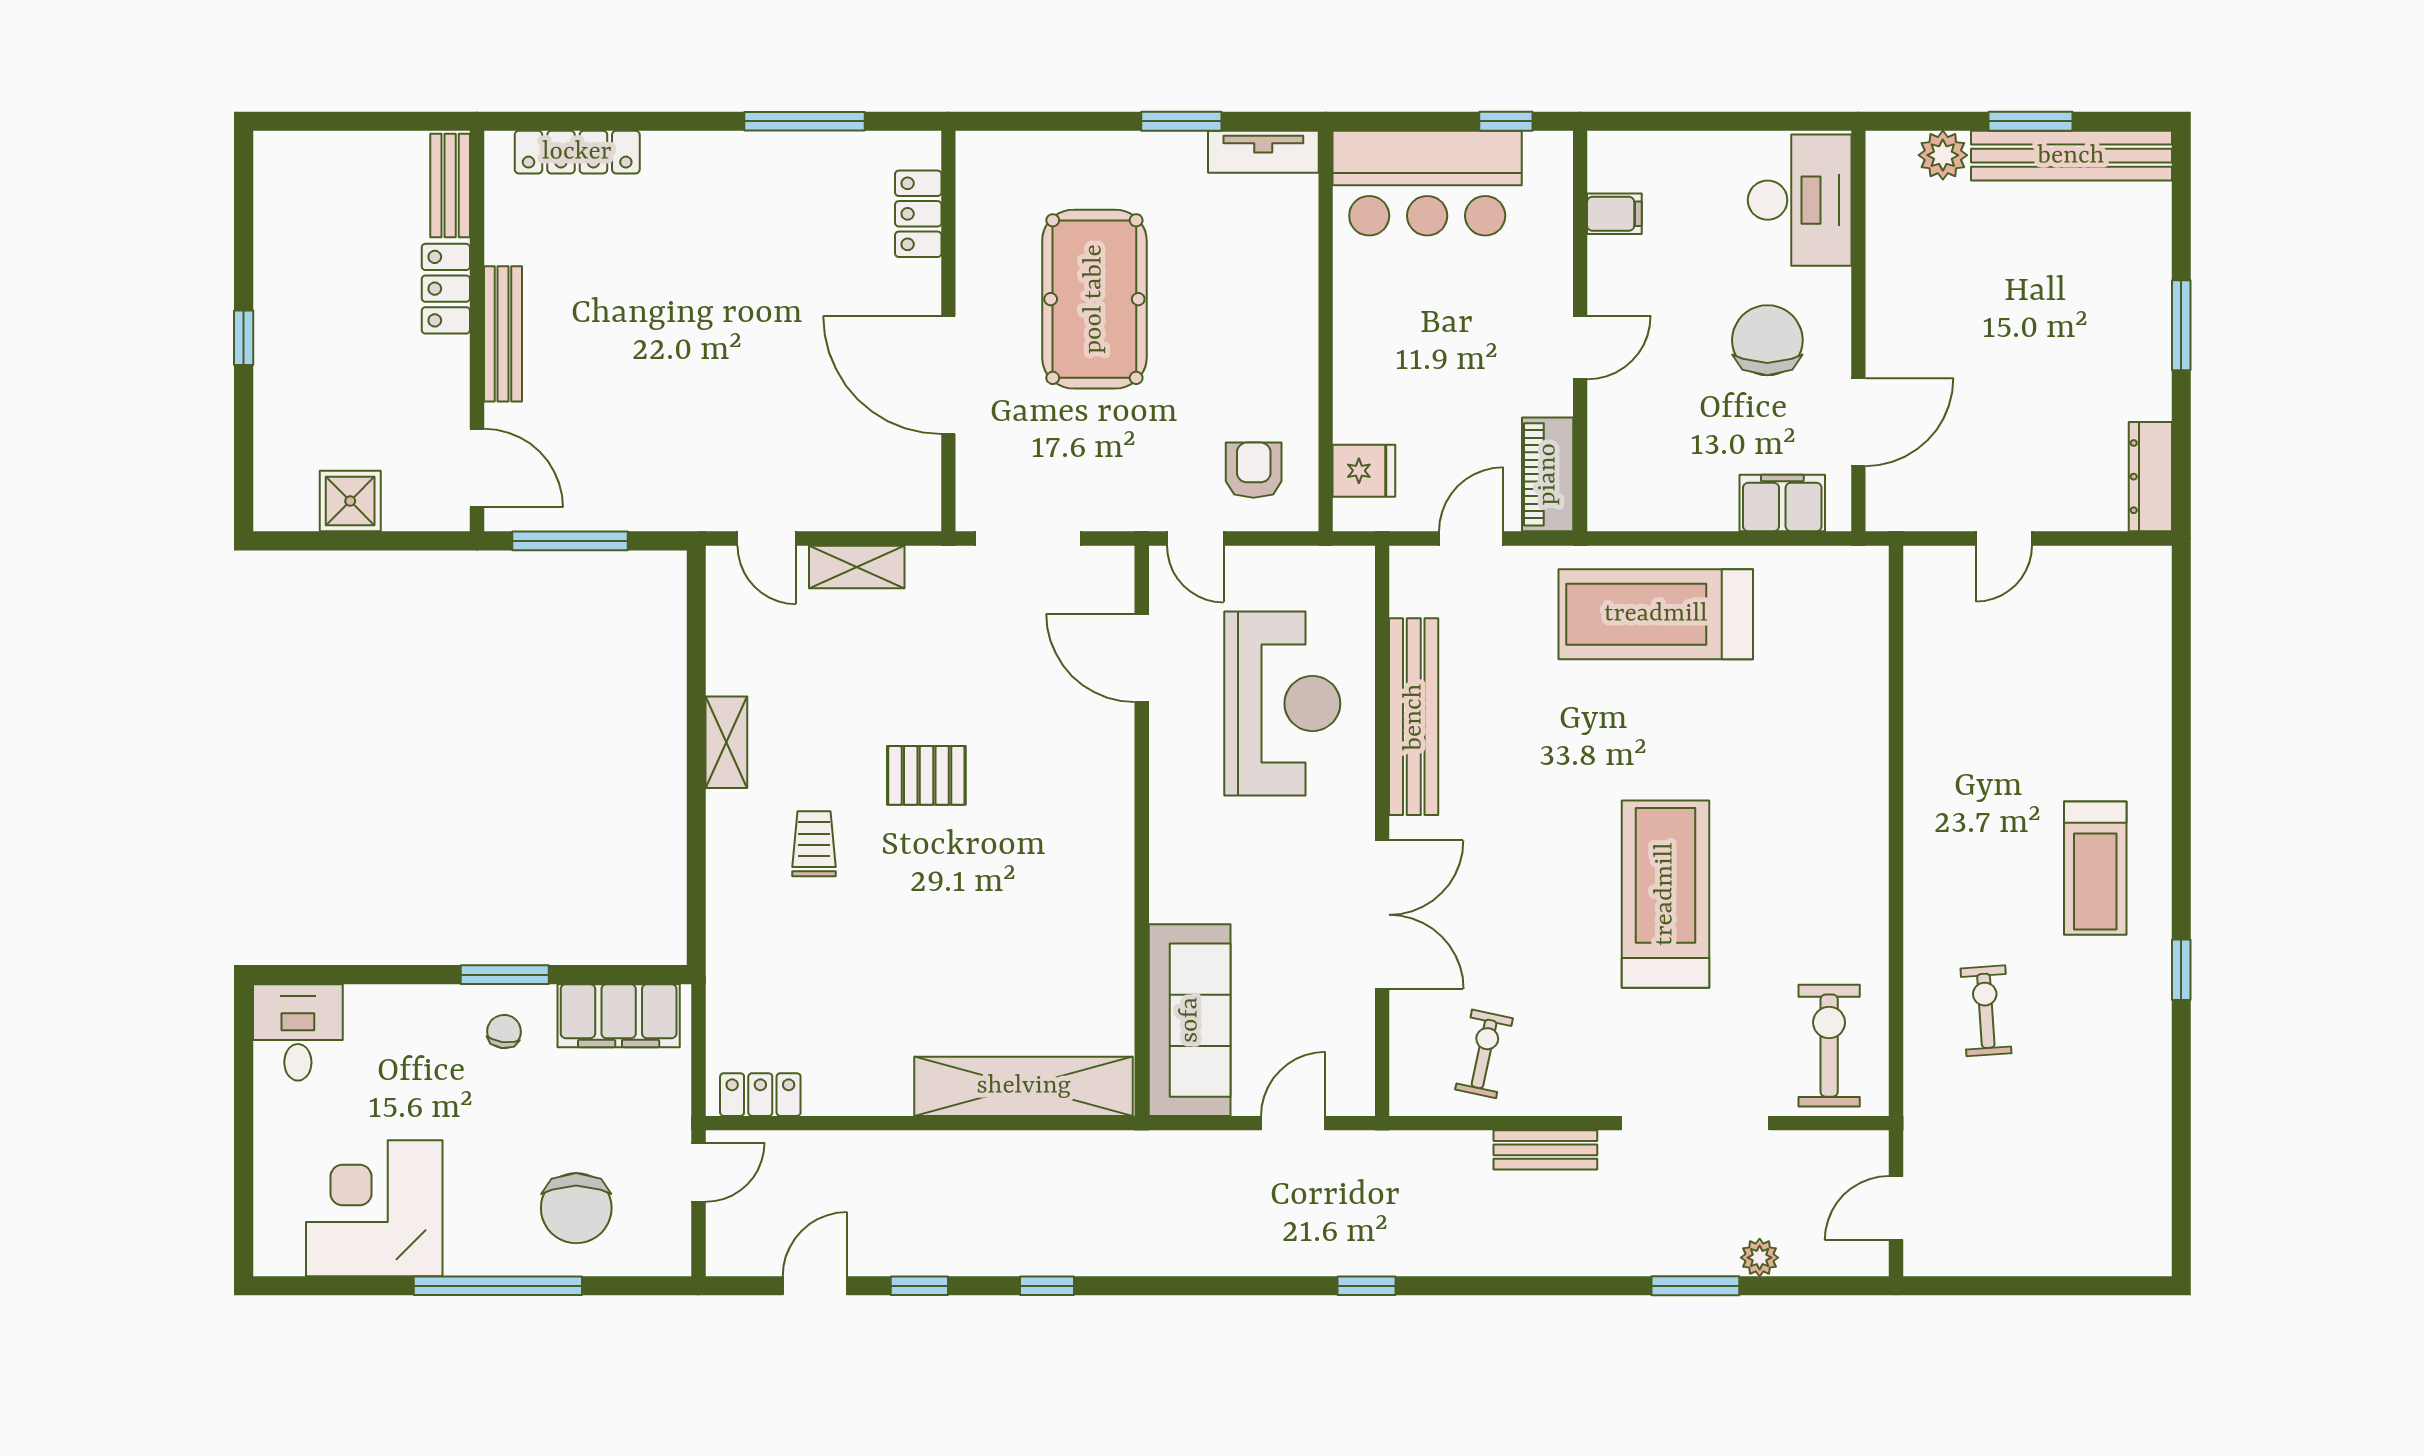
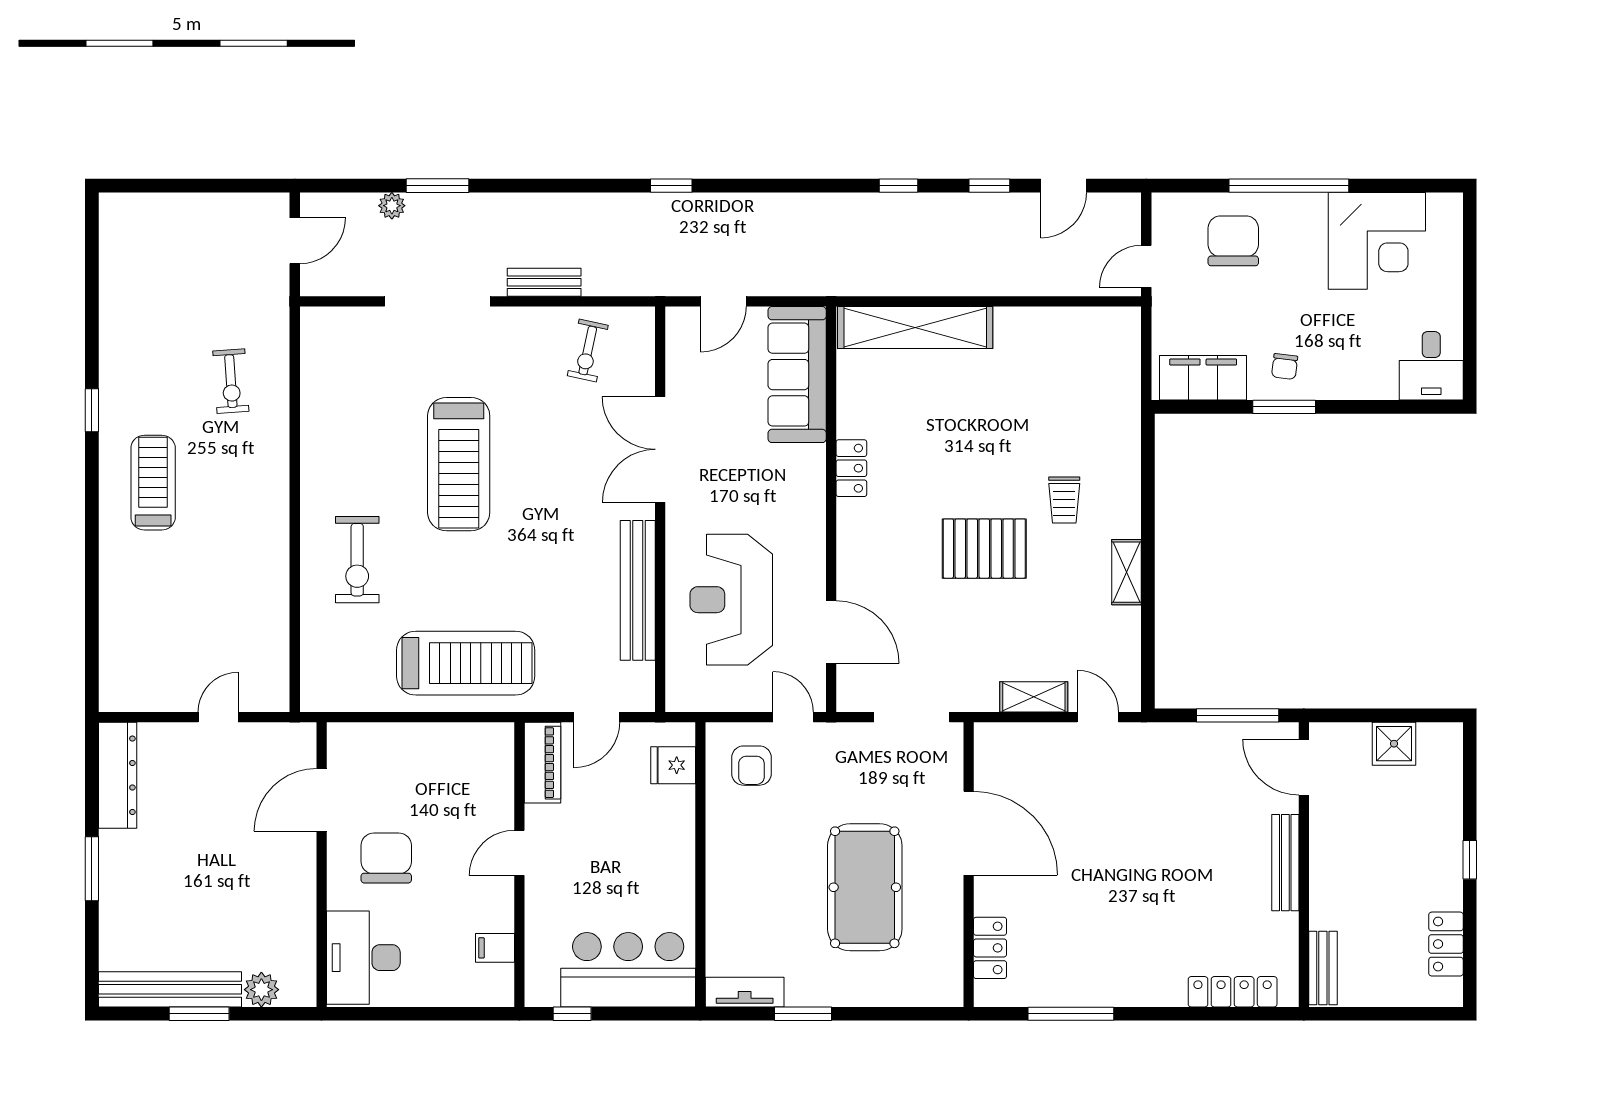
locker: (446, 289) -> (1446, 944), moved, turned 180
chair: (1767, 340) -> (386, 858), turned 180
dresser: (2150, 477) -> (118, 775), width x1.37, depth x1.24
filing cabinet: (1782, 503) -> (376, 742), removed
pallet: (926, 775) -> (984, 549), width x1.50, depth x1.42
exercise bike: (1829, 1046) -> (357, 560), moved
locker: (760, 1095) -> (851, 468), moved, turned -90

